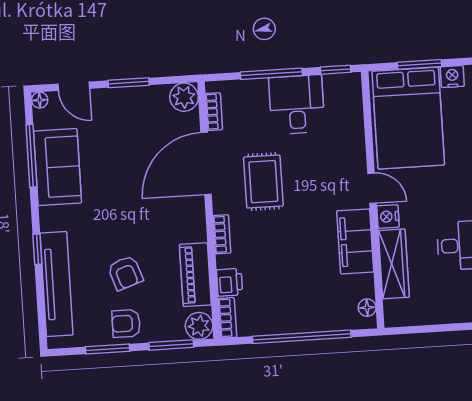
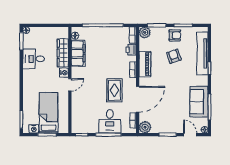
desk: (297, 104) -> (110, 121), moved
bed: (408, 118) -> (48, 113), width x0.67
door: (372, 188) -> (70, 85), swing flipped
filing cabinet: (355, 241) -> (78, 53), moved
piano: (195, 275) -> (145, 64), moved

